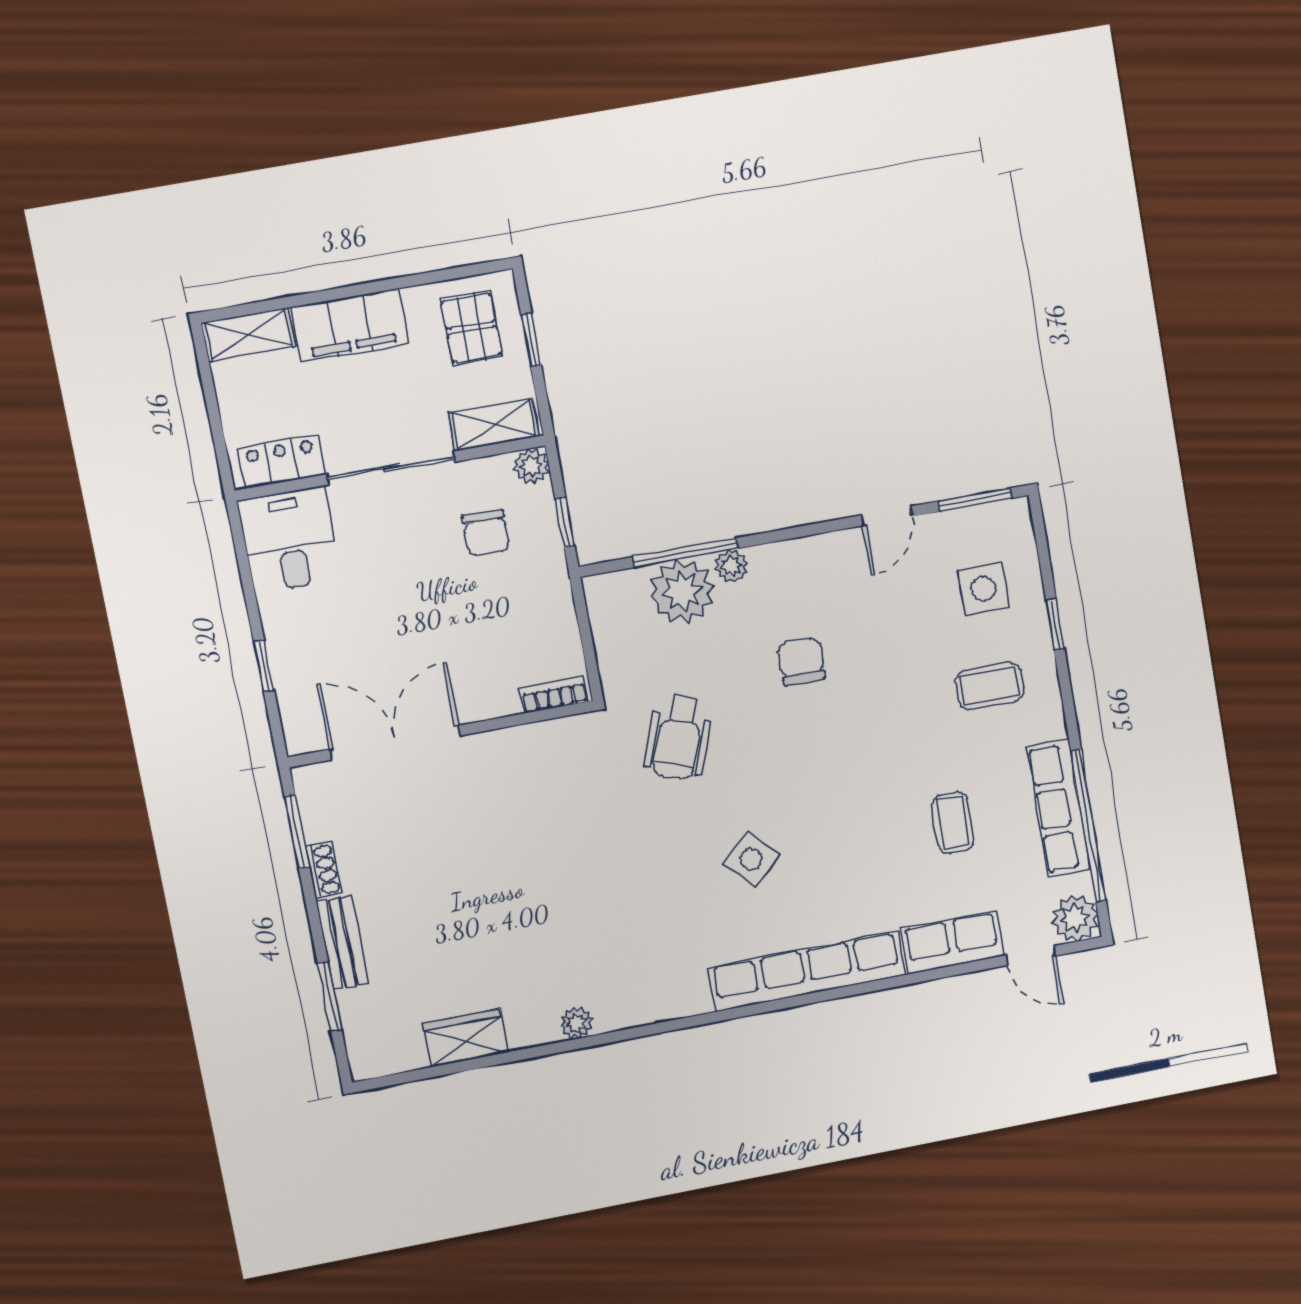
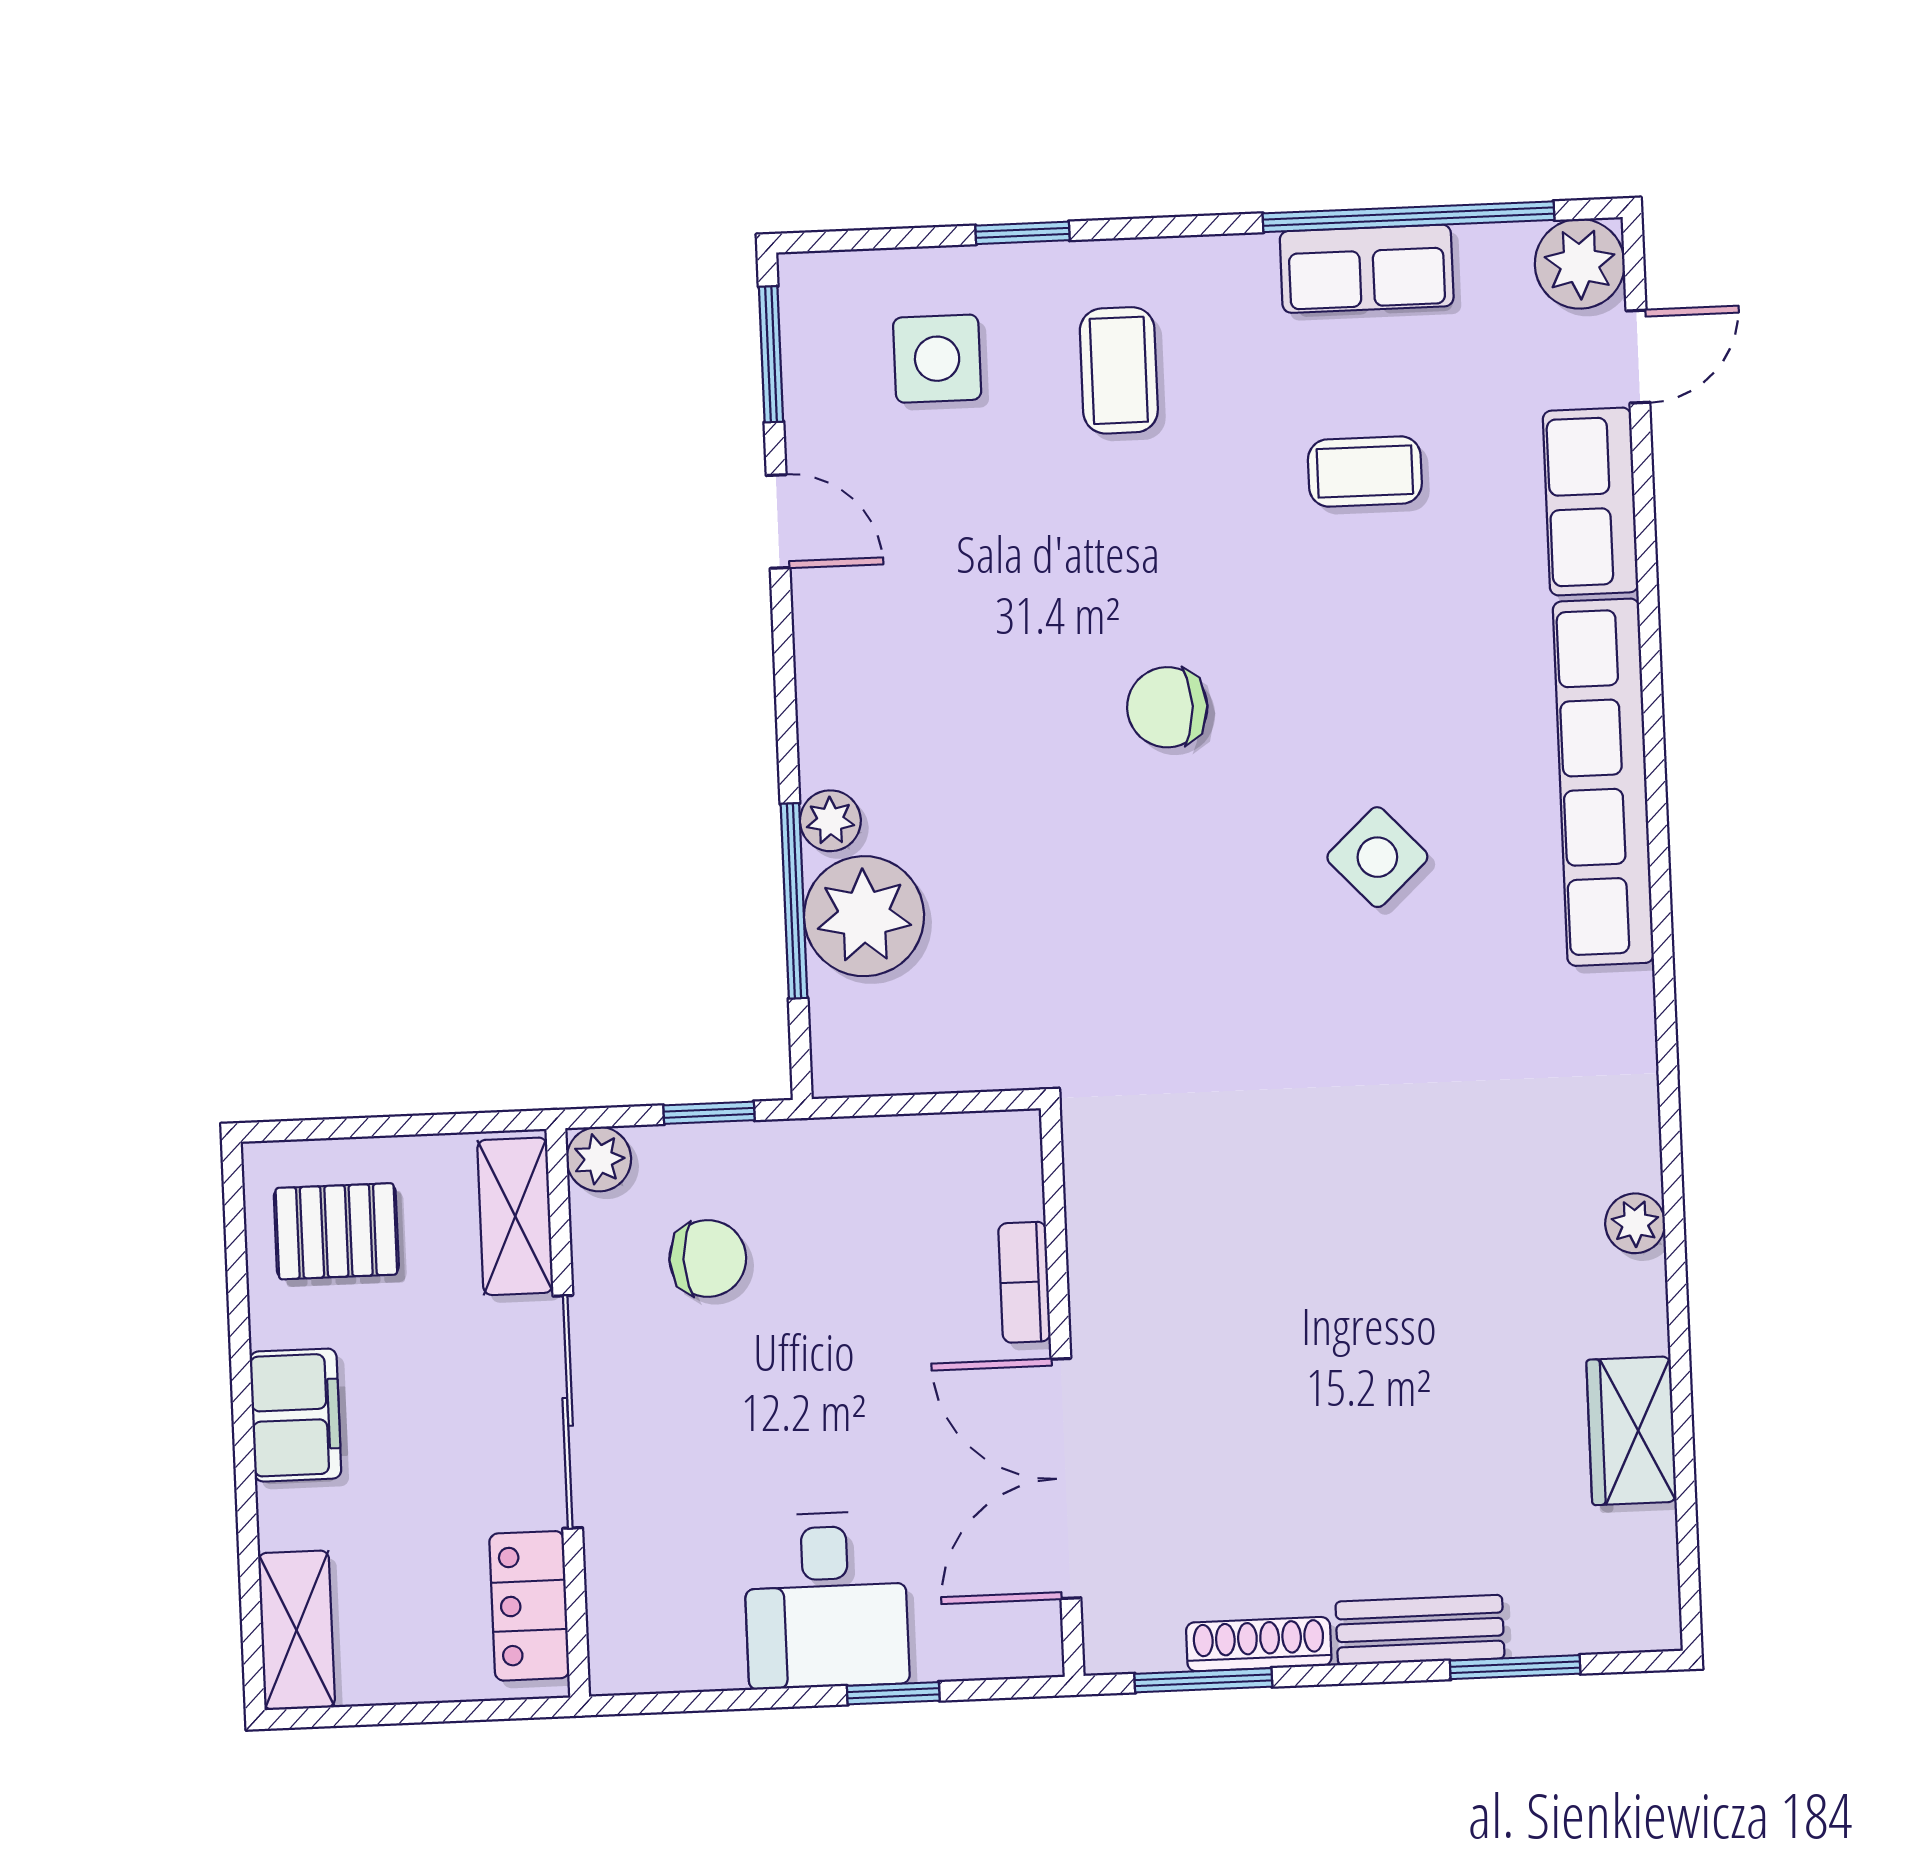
filing cabinet: (350, 326) -> (296, 1415), width x0.67, depth x0.86
window: (531, 340) -> (372, 1127), removed
desk: (290, 540) -> (826, 1600), moved, turned -90
chair: (801, 662) -> (1167, 707), moved
bookcase: (554, 695) -> (1024, 1282), moved
wheelchair: (678, 737) -> (1131, 961), removed
row of seats: (1059, 808) -> (1367, 269), width x0.68
shoe rack: (323, 870) -> (1259, 1644), width x1.43

